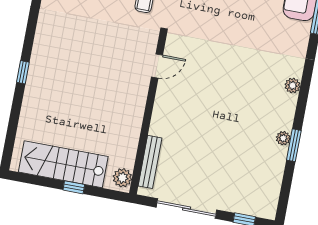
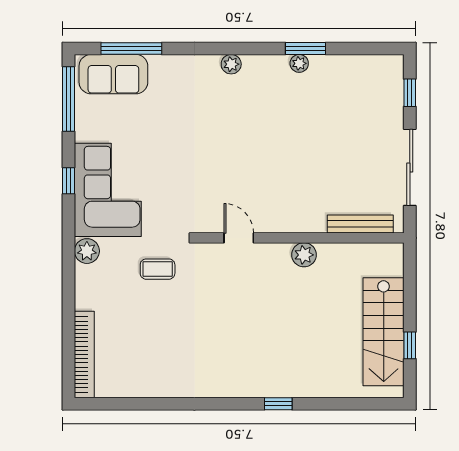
plant: (122, 178) -> (304, 255), moved
window: (74, 187) -> (410, 345), moved

